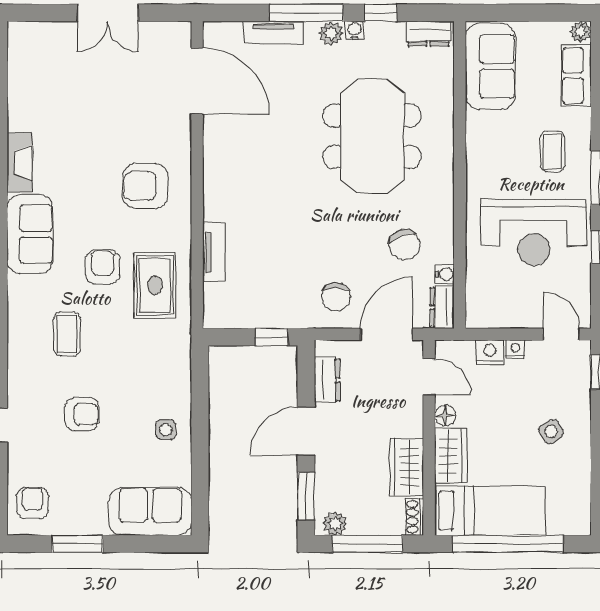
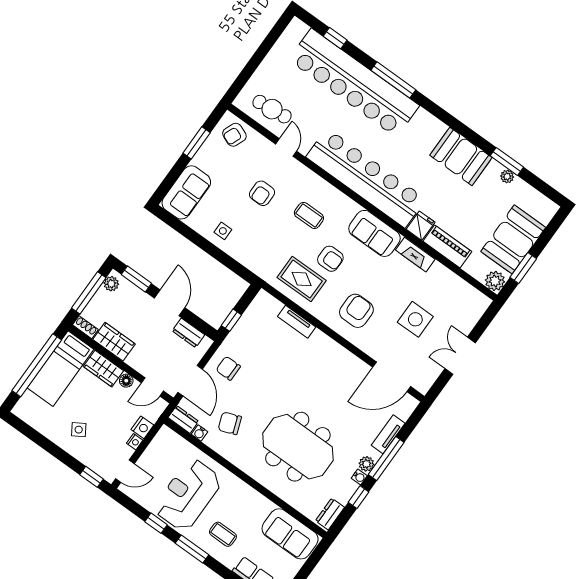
side table: (102, 103) -> (415, 319), added
armchair: (33, 503) -> (234, 135), turned 111

